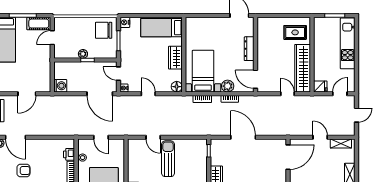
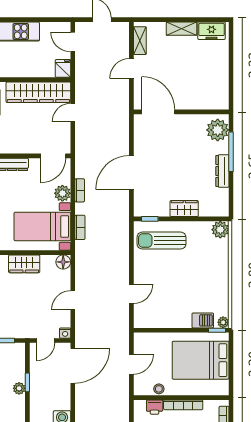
sun lounger: (168, 159) -> (162, 241), moved

